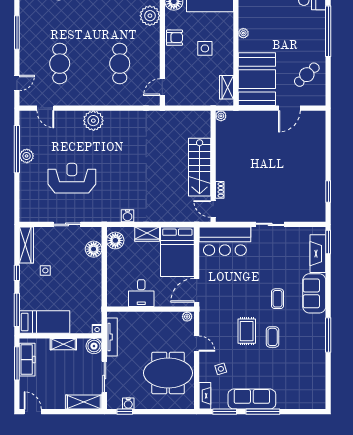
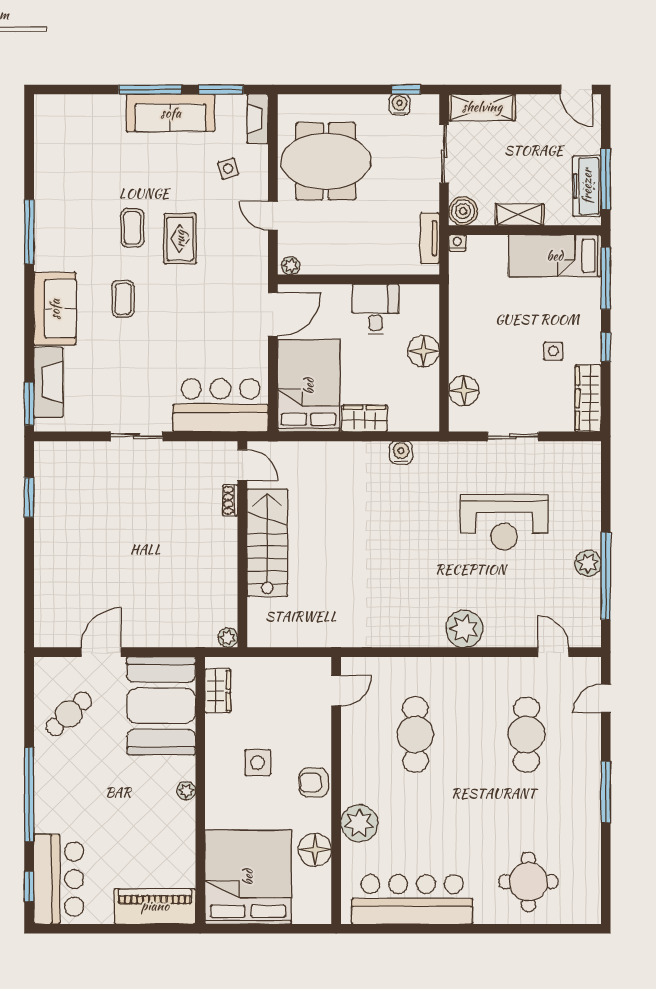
floor lamp: (115, 240) -> (424, 351), moved
tv unit: (112, 337) -> (430, 238), width x0.71

